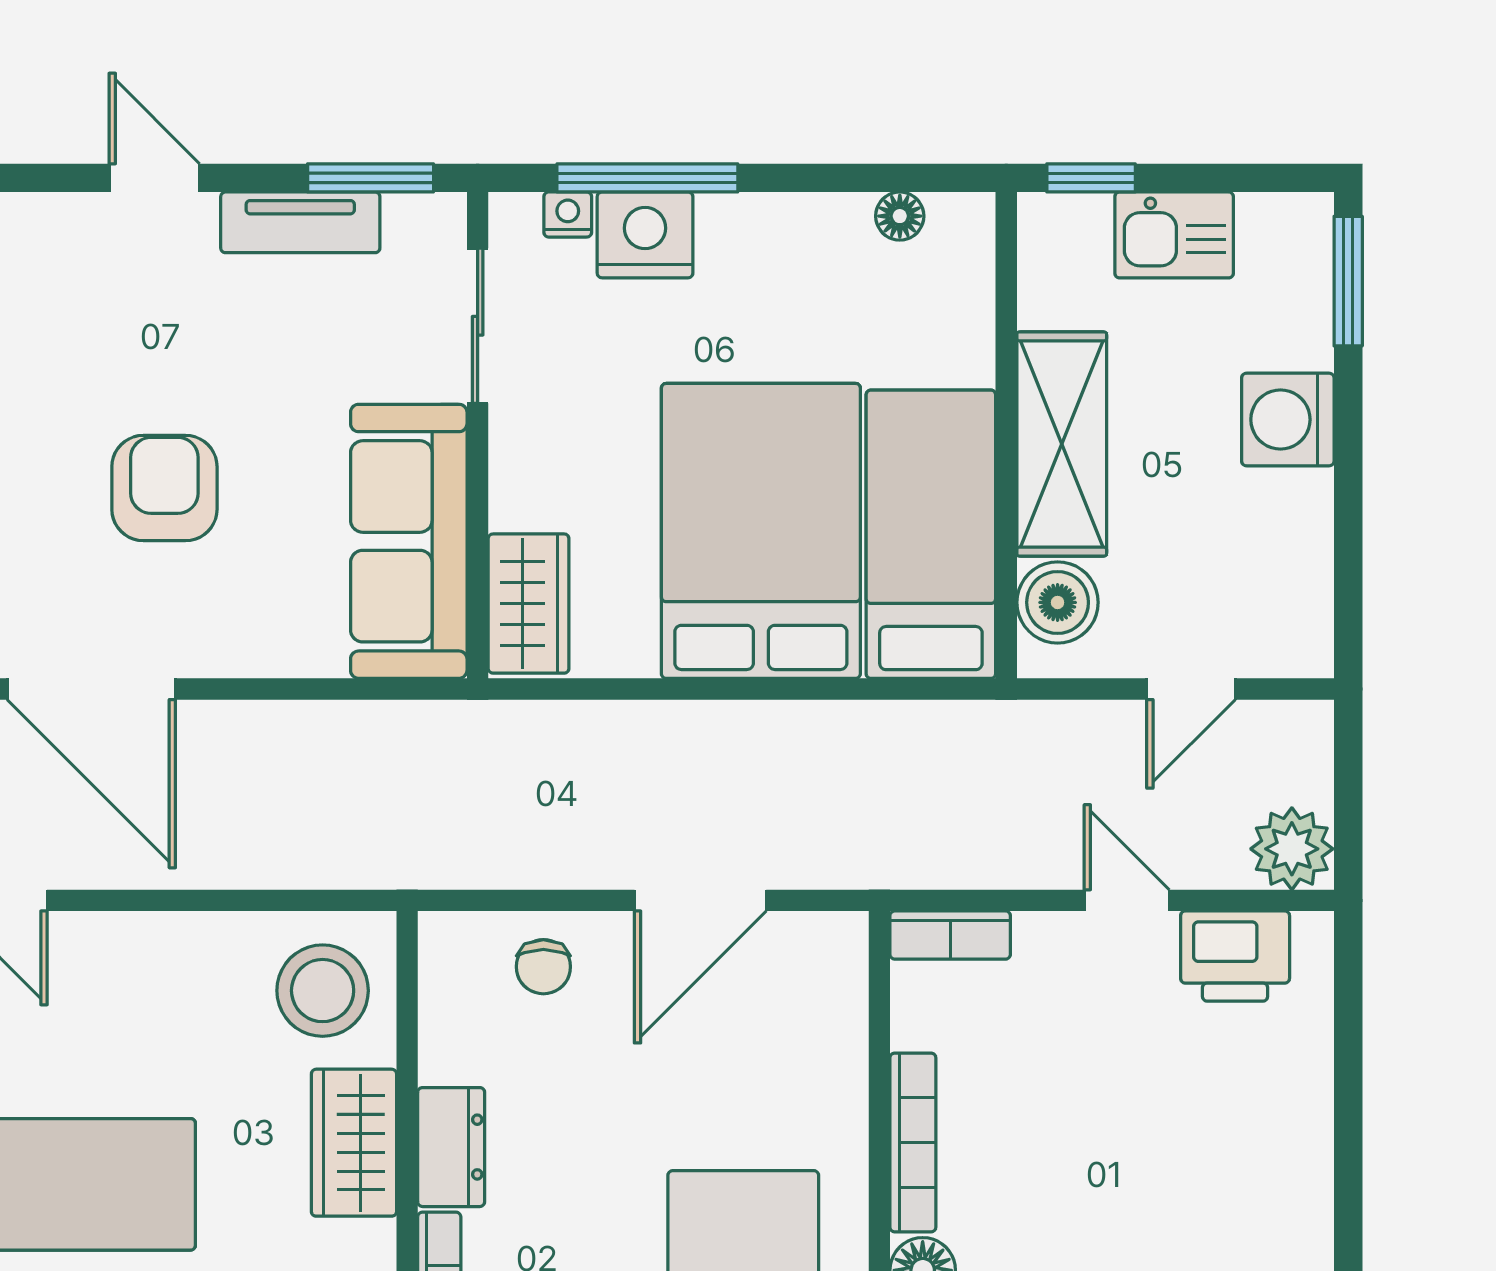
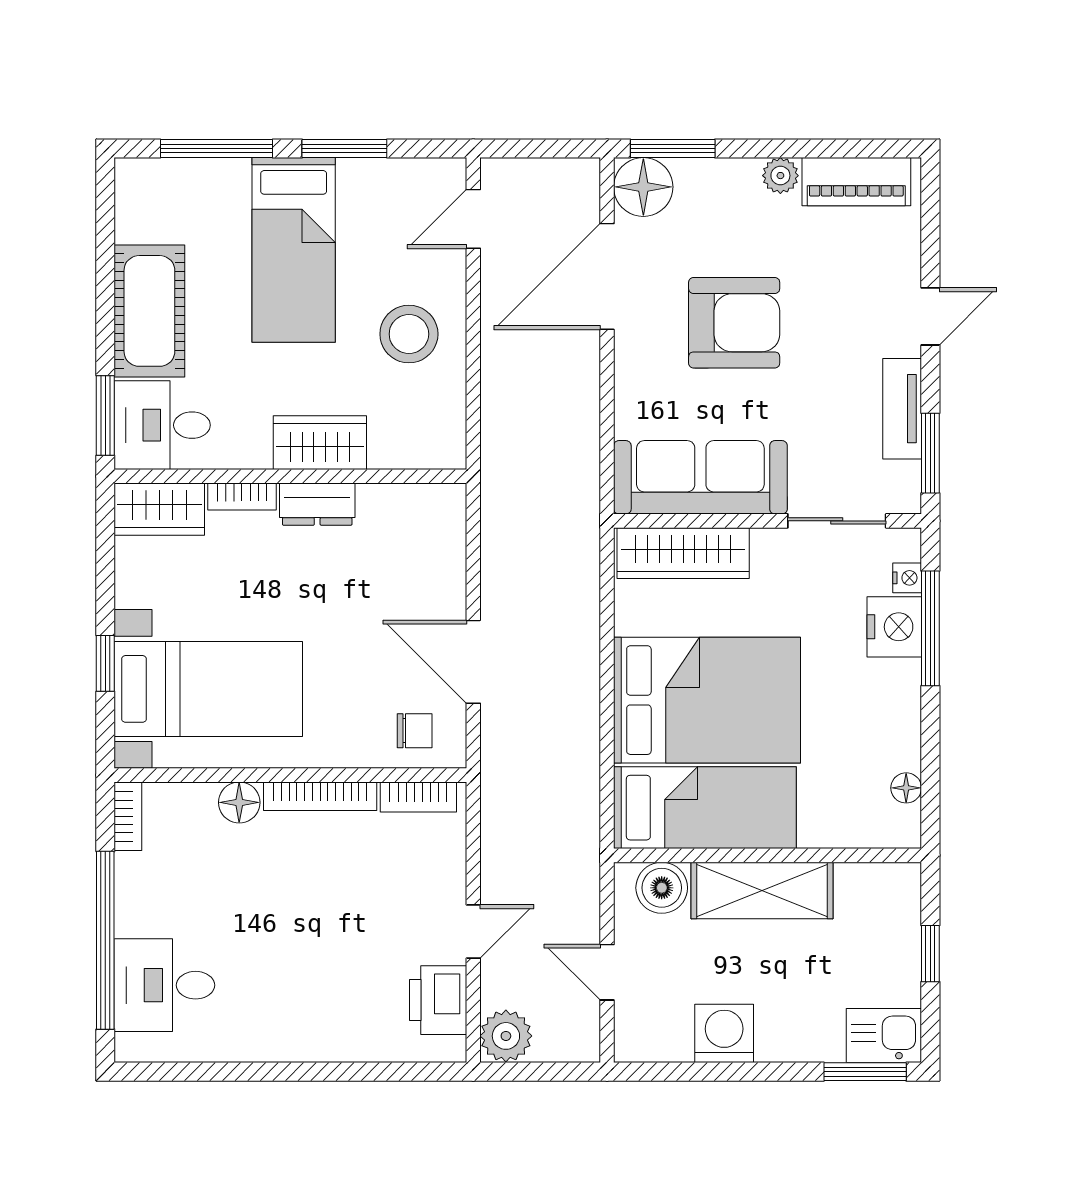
window: (1091, 178) -> (930, 954), moved
kitchen sink: (1174, 235) -> (884, 1036), moved, turned 90
washing machine: (1288, 420) -> (724, 1033), moved
armchair: (164, 488) -> (734, 323), width x1.36, depth x1.36
wardrobe: (529, 604) -> (683, 553), width x1.50
bookcase: (950, 935) -> (418, 797), moved, turned -90
chair: (543, 967) -> (415, 731), moved, turned 180
stool: (323, 991) -> (409, 334), moved

